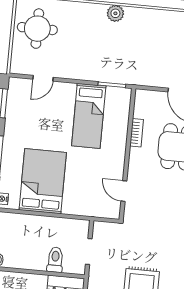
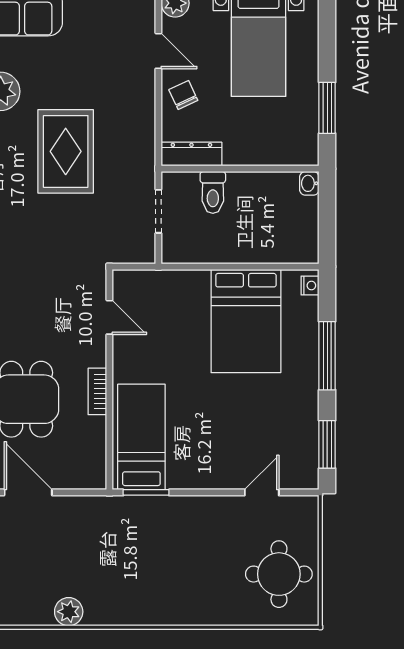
plant: (115, 13) -> (69, 612), moved
bed: (89, 116) -> (141, 437), moved
bookcase: (137, 133) -> (97, 391), moved

